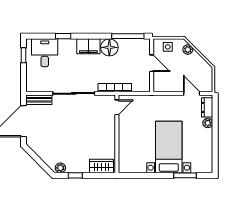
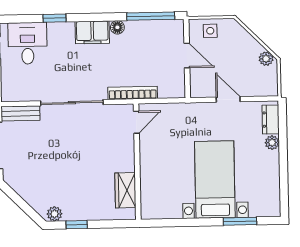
floor lamp: (109, 47) -> (117, 27), width x0.53, depth x0.53
plant: (188, 49) -> (266, 59), moved
door: (192, 93) -> (228, 99), moved
wardrobe: (101, 166) -> (125, 190), moved, turned -90

